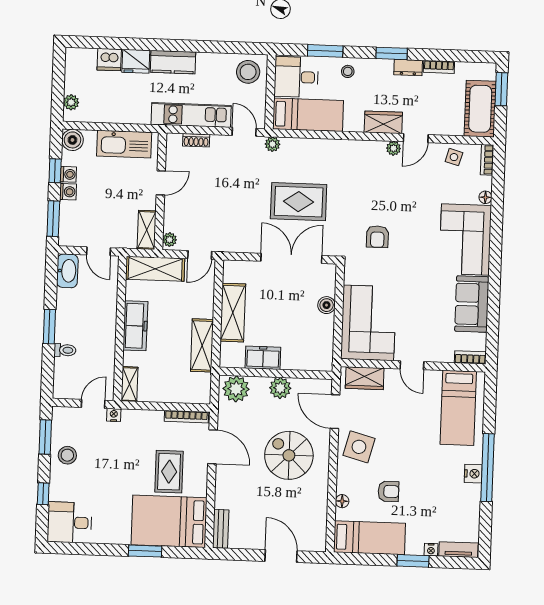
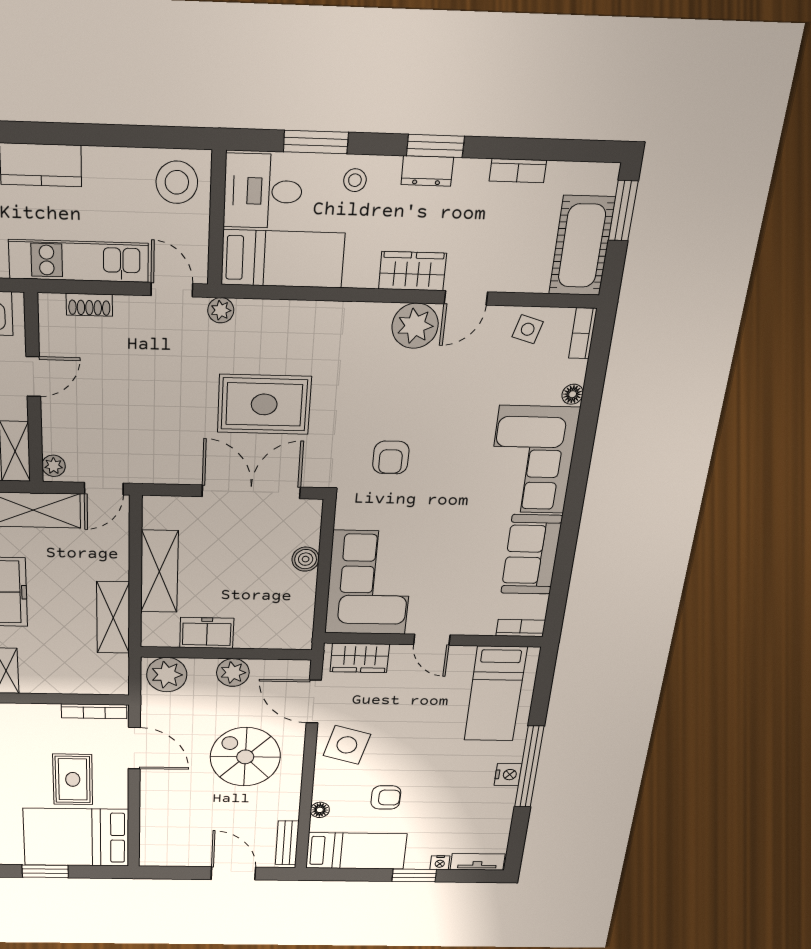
dresser: (408, 67) -> (427, 171), moved
plant: (393, 148) -> (415, 326), width x1.87, depth x1.87
bench: (221, 529) -> (287, 843), moved

